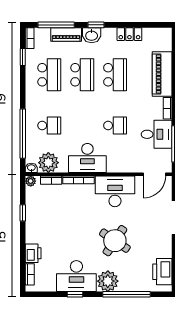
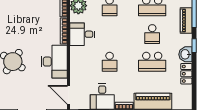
washbasin: (92, 35) -> (185, 54), moved
school desk: (82, 75) -> (152, 34), width x0.54
desk: (87, 158) -> (82, 34), width x0.73

